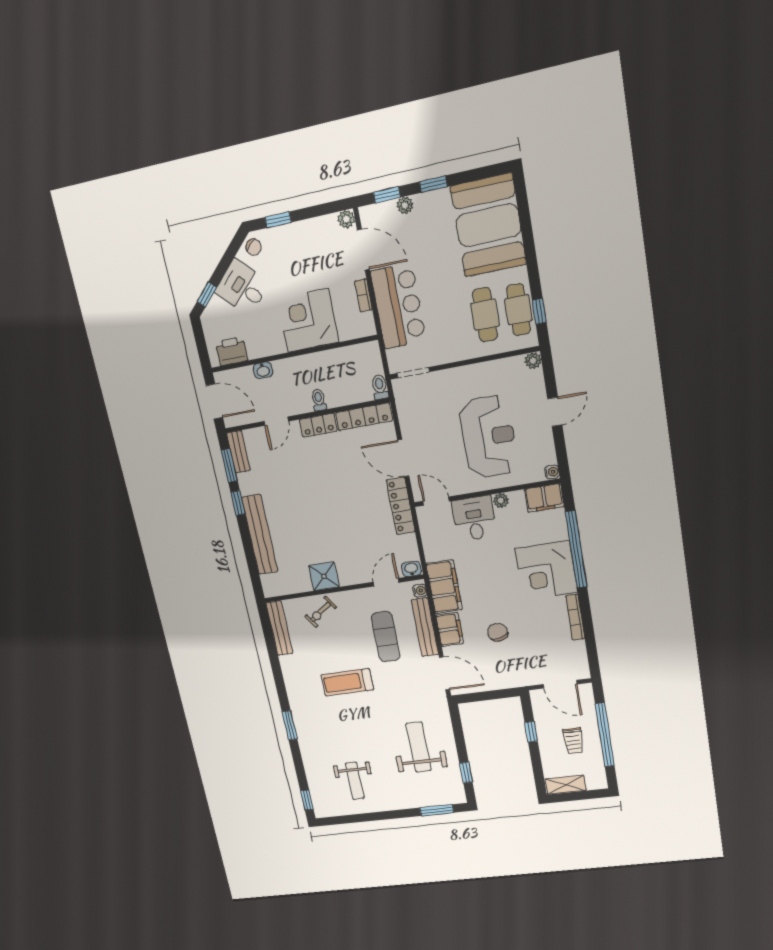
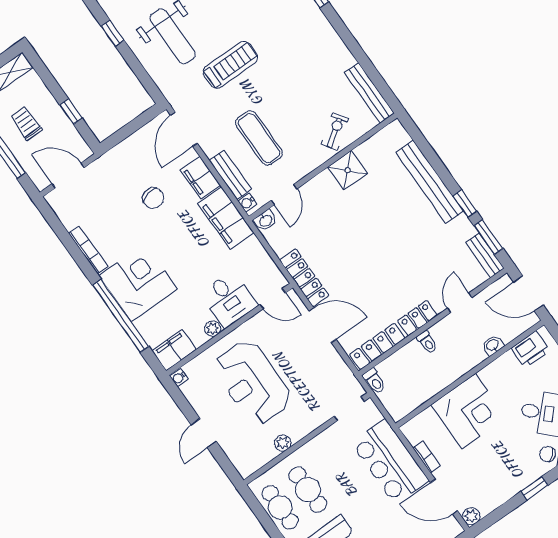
window: (539, 311) -> (261, 514), removed
plant: (533, 361) -> (283, 443), moved
bench: (425, 627) -> (230, 175), width x0.73
door: (445, 673) -> (184, 129), hinge flipped
treadmill: (347, 682) -> (230, 65), moved

